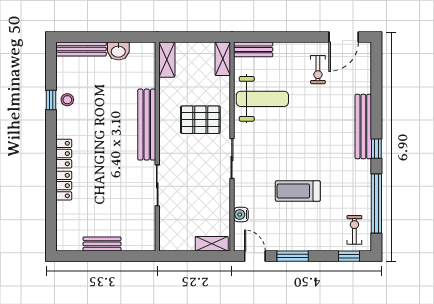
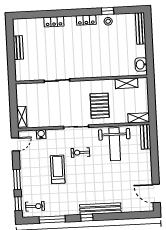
washbasin: (118, 51) -> (141, 65), moved
shelving: (167, 60) -> (126, 83), moved
exercise bike: (318, 70) -> (80, 153), moved
bench: (147, 125) -> (95, 72), removed
locker: (64, 154) -> (86, 20), moved
window: (376, 204) -> (52, 219), width x0.68
window: (293, 256) -> (17, 179), moved

